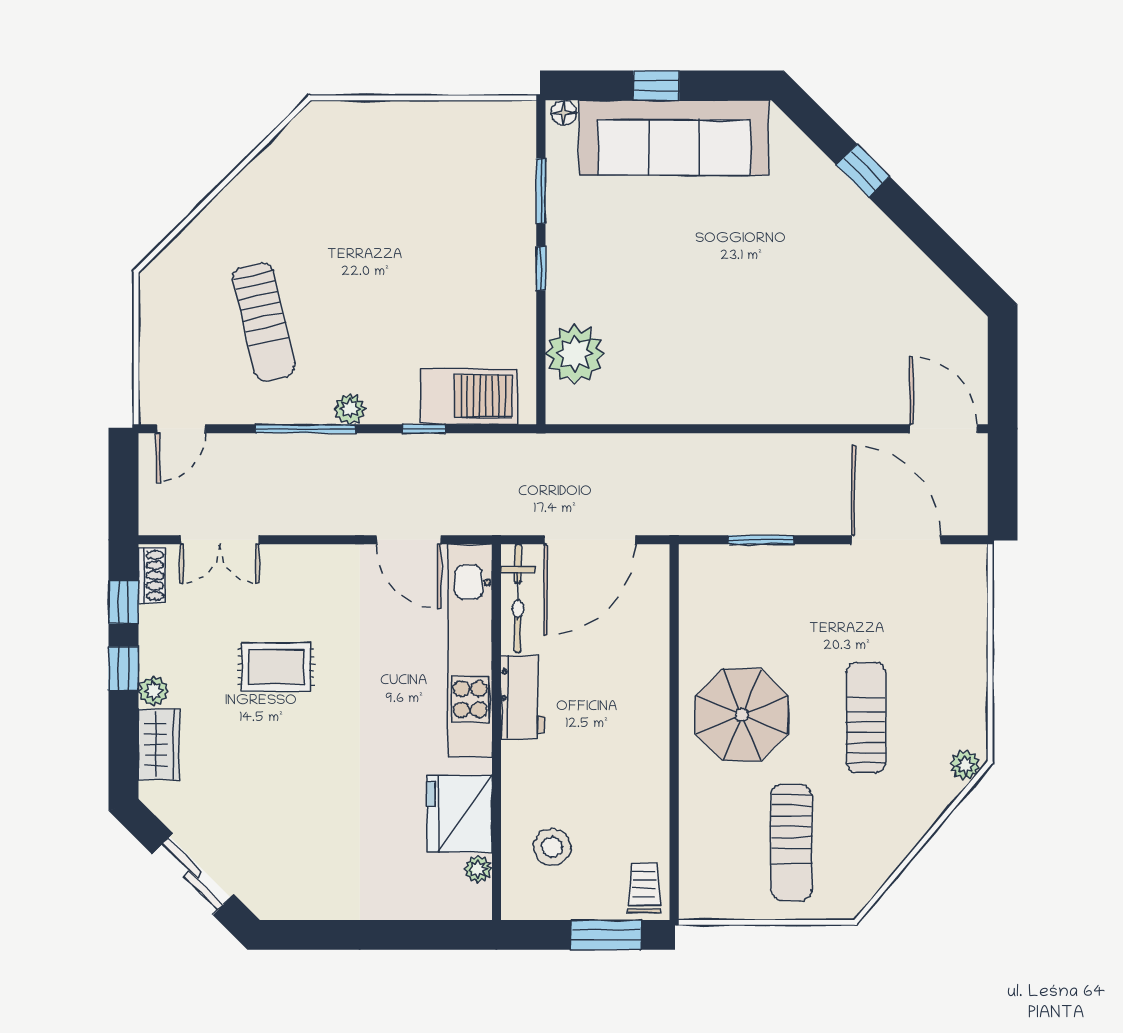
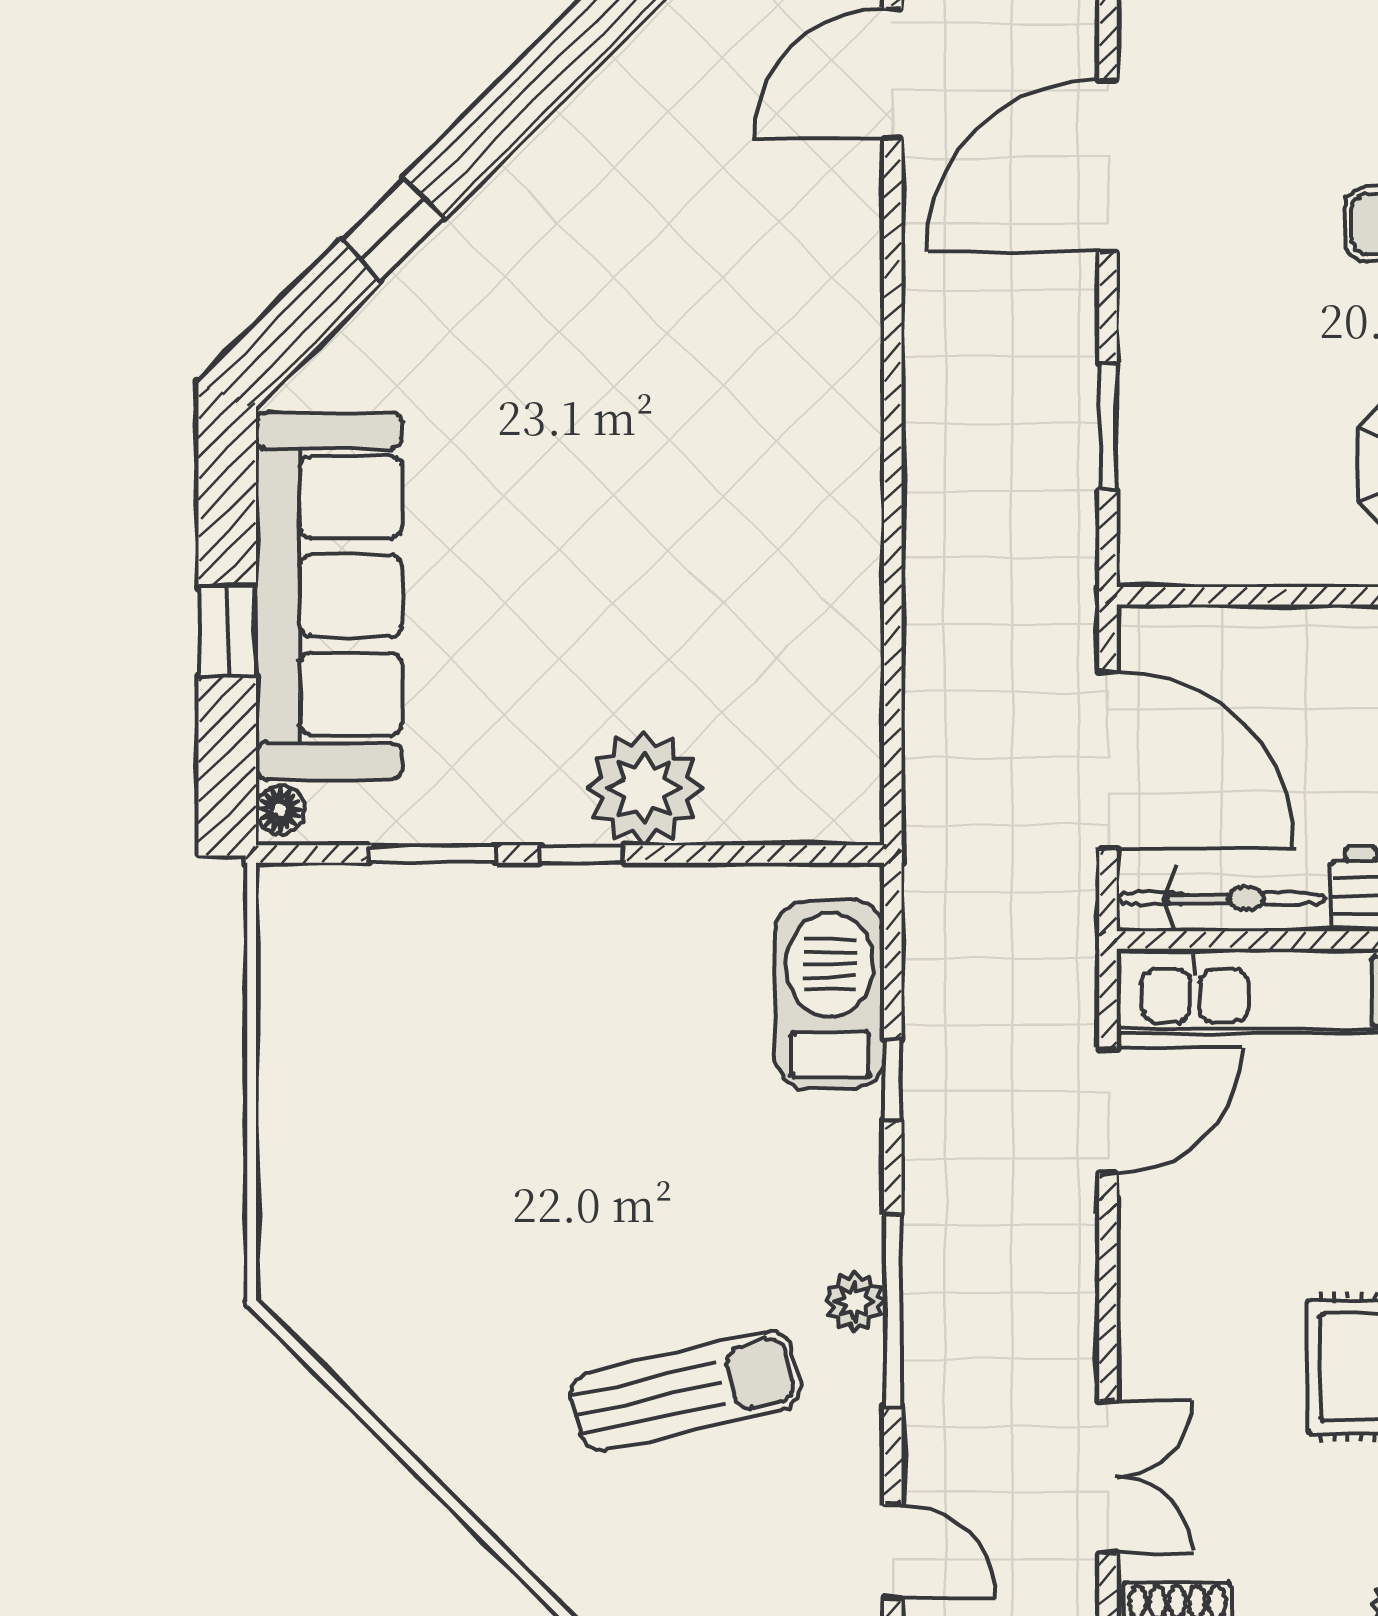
plant: (575, 354) -> (644, 788), moved
plant: (350, 409) -> (854, 1301), moved

